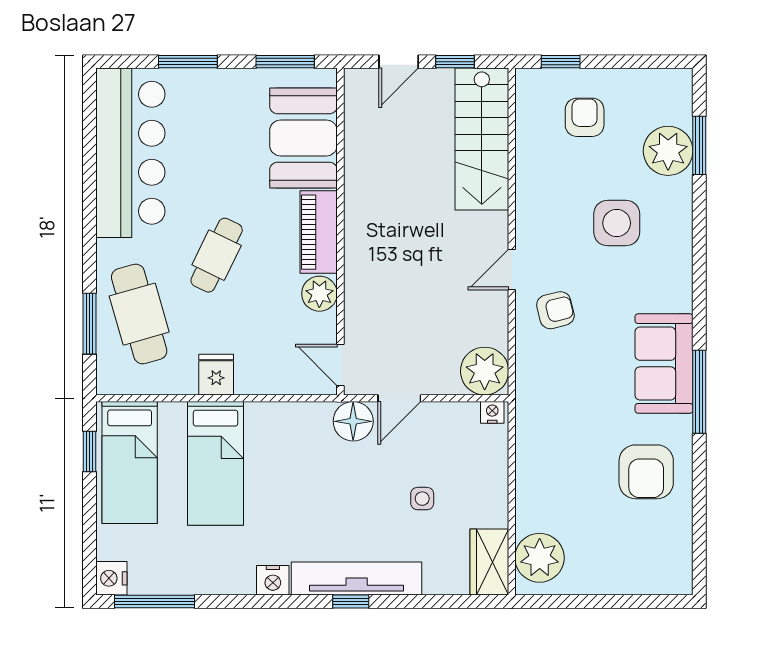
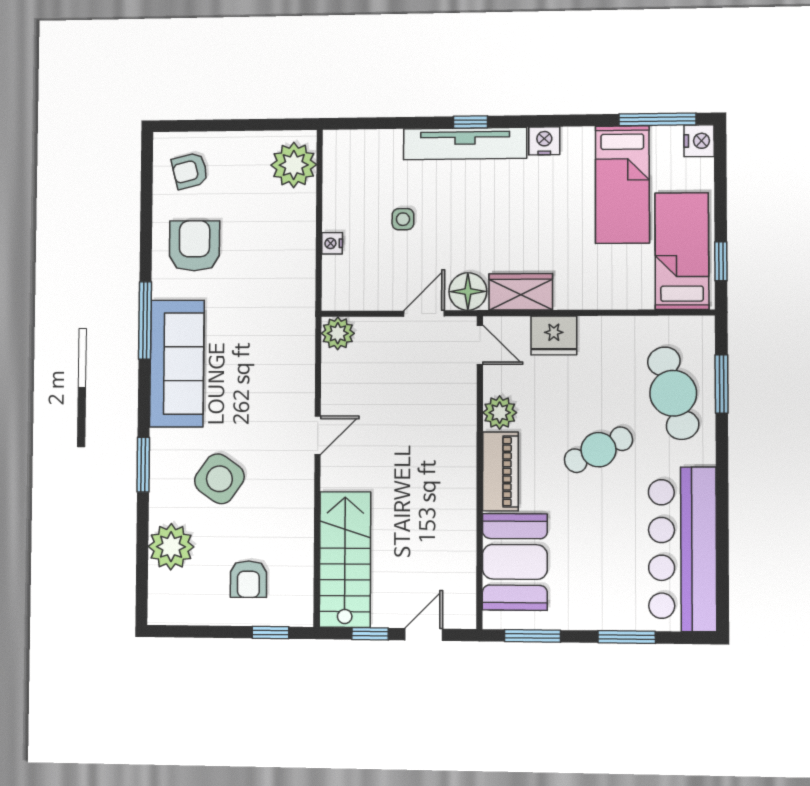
window: (699, 145) -> (143, 465), moved
side table: (617, 223) -> (219, 479), turned 35
cafe table: (217, 255) -> (598, 450), turned 38
armchair: (555, 310) -> (190, 171), moved
sofa: (664, 364) -> (177, 364), width x1.36
plant: (485, 371) -> (338, 333), width x0.73, depth x0.73
fridge: (216, 375) -> (554, 335), moved, width x1.38
nightstand: (492, 412) -> (332, 243), moved, turned 90
bed: (216, 463) -> (622, 185), moved, turned 180
wardrobe: (489, 562) -> (521, 292), moved, turned -90

